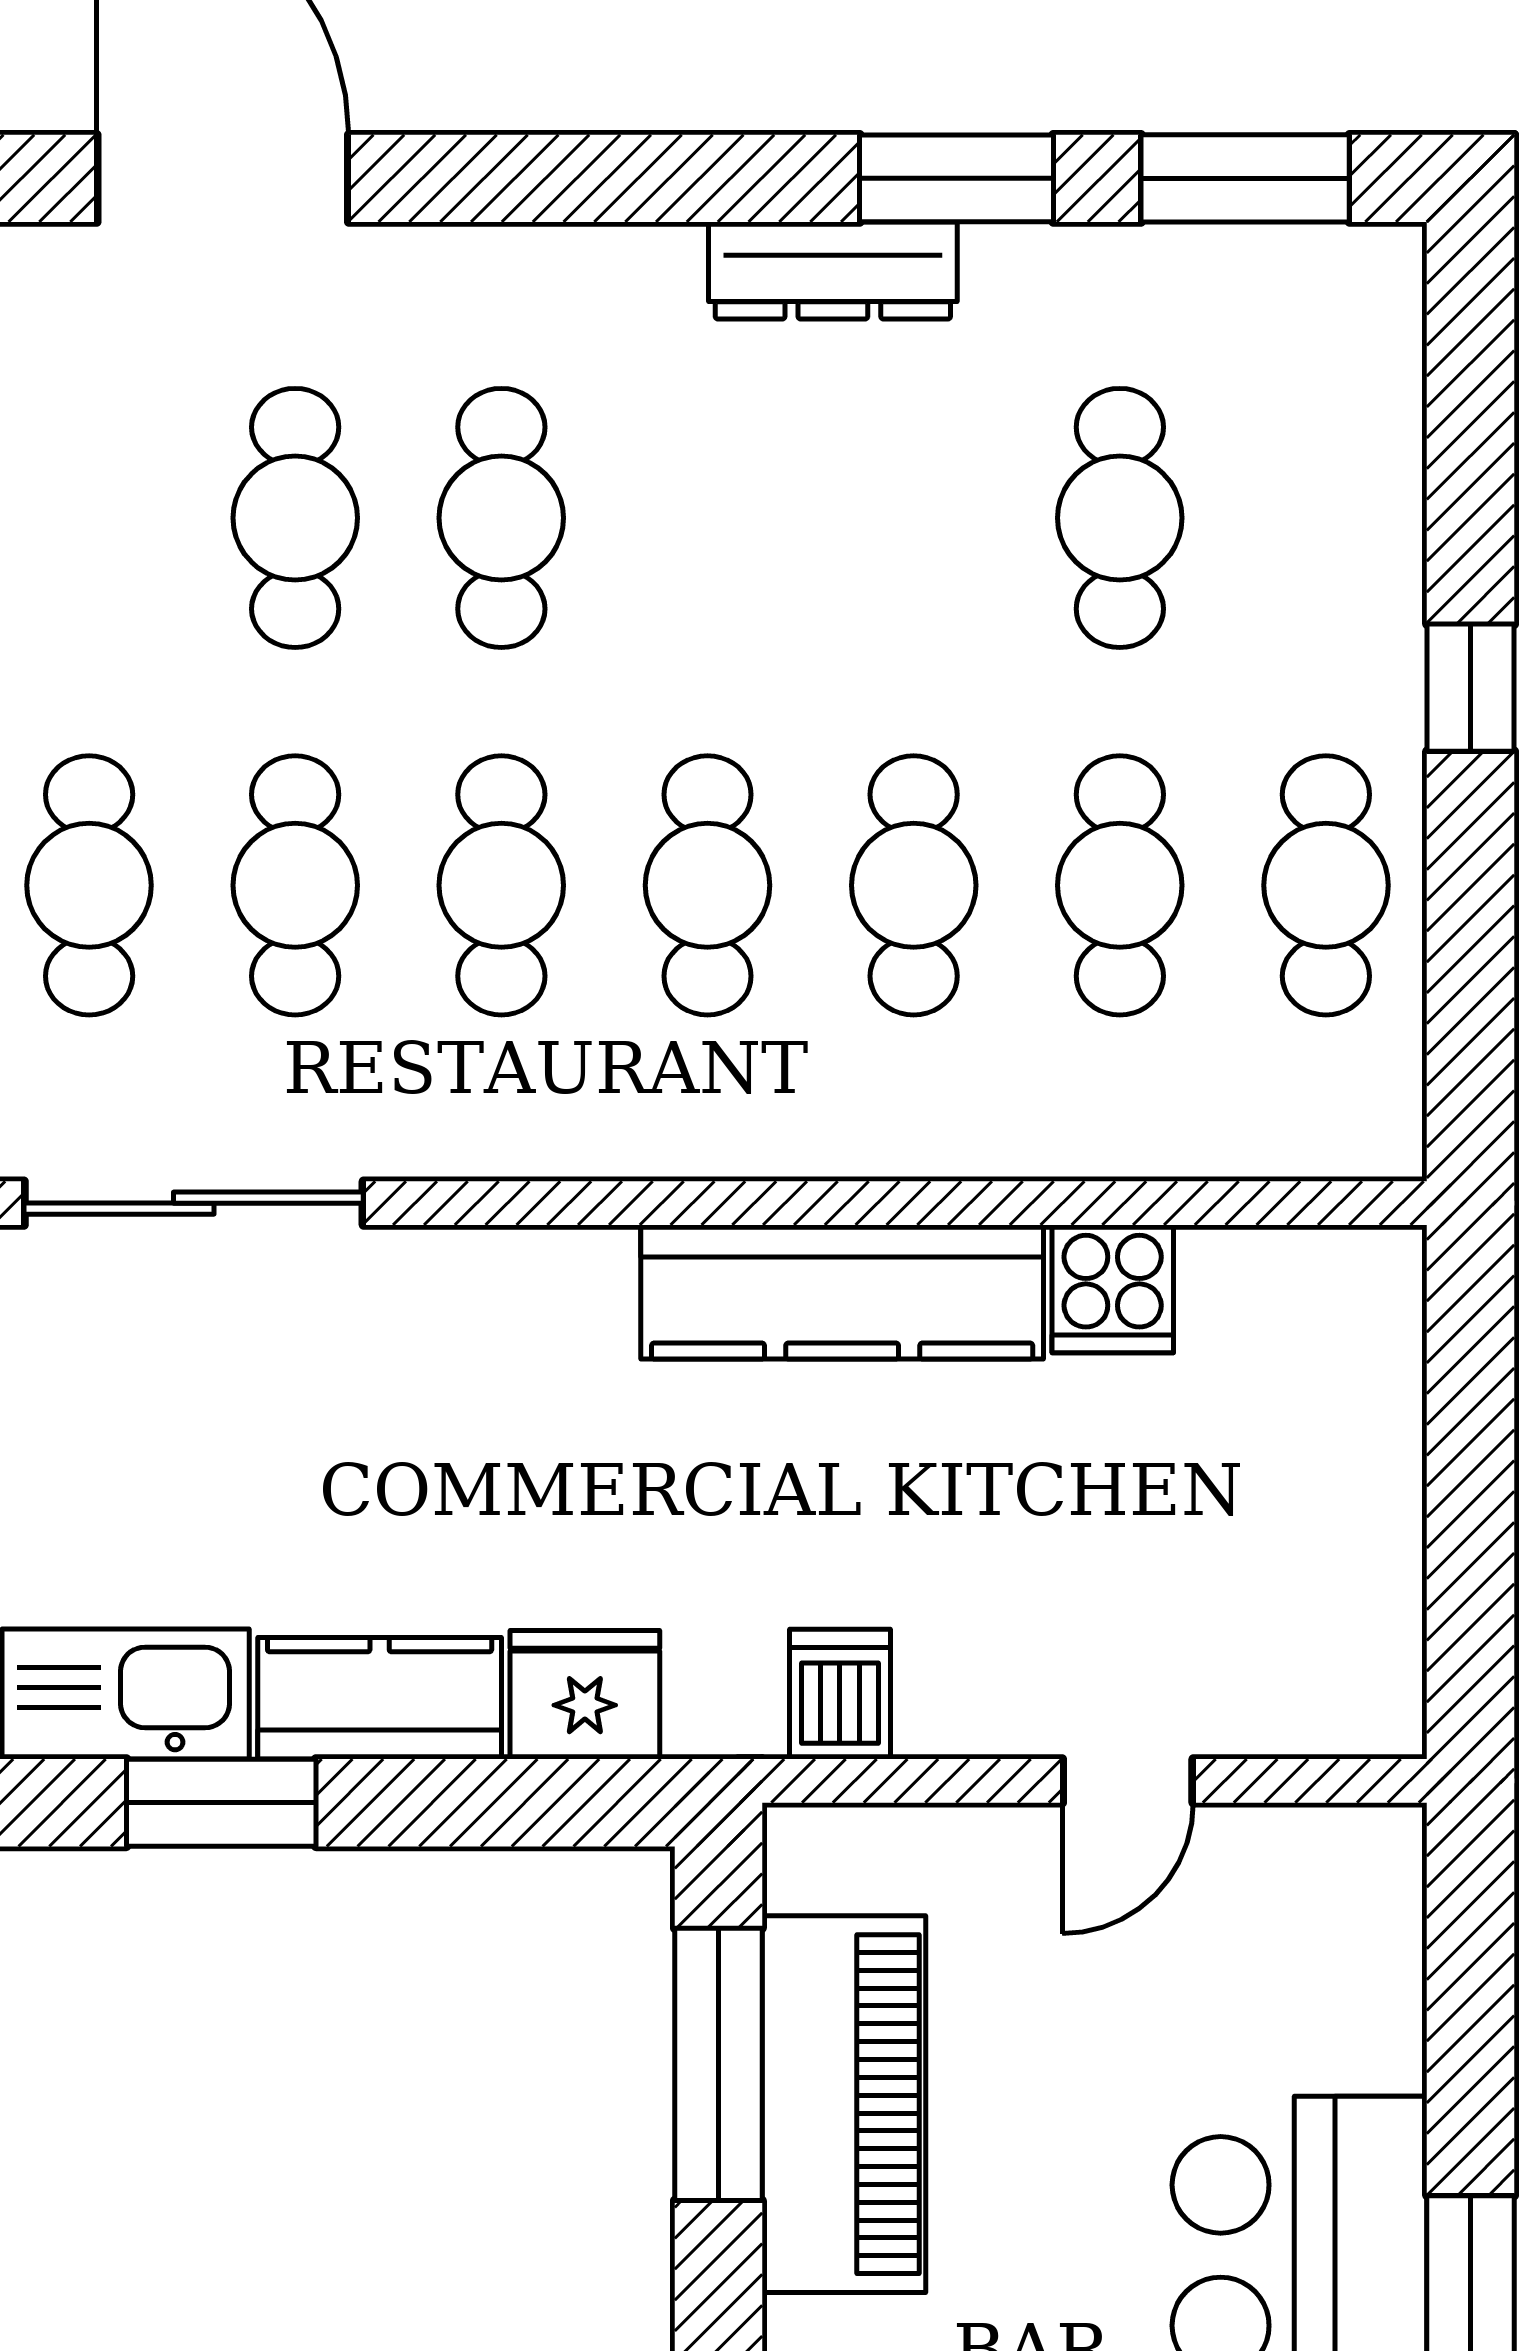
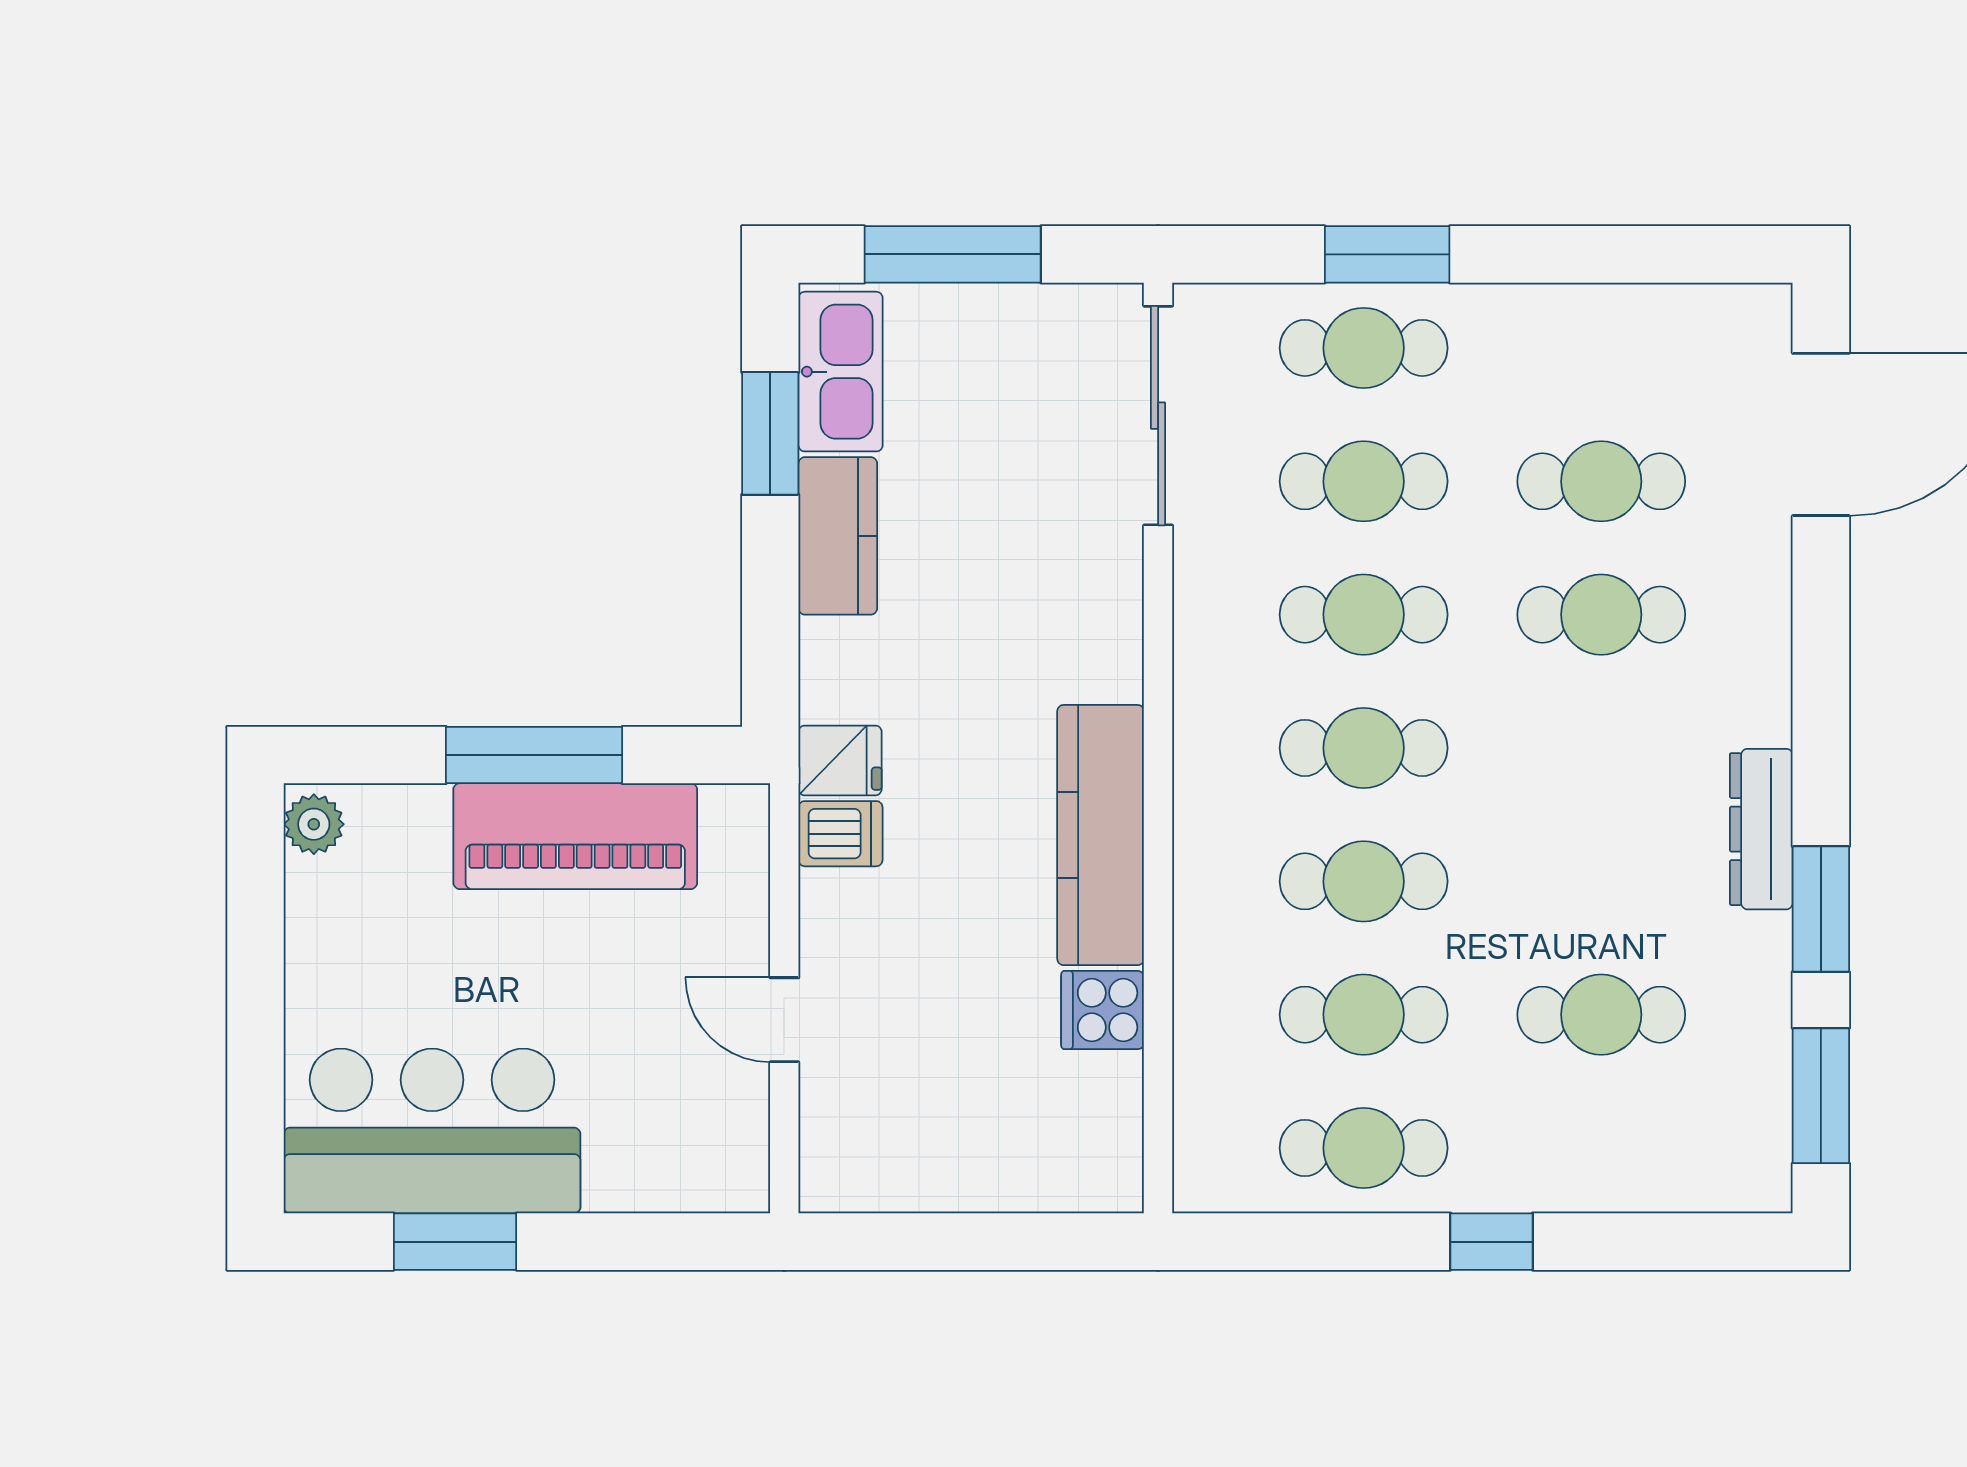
fridge: (585, 1695) -> (840, 760), moved, width x0.72
window: (718, 2064) -> (534, 755), moved

